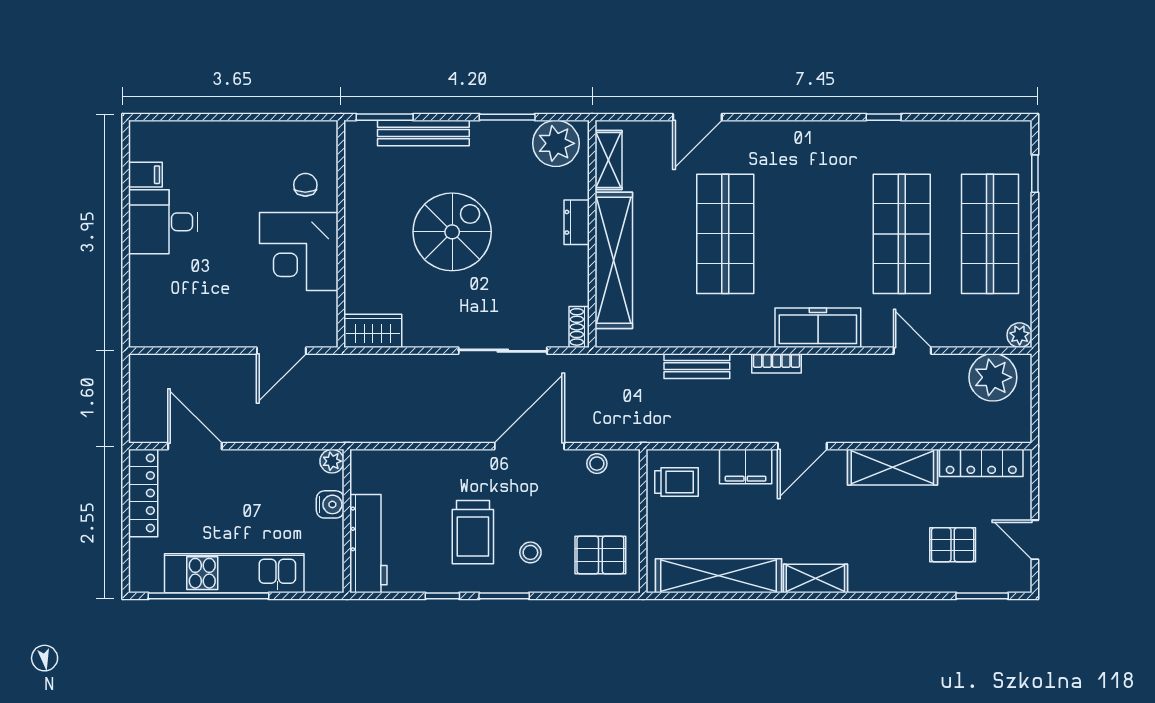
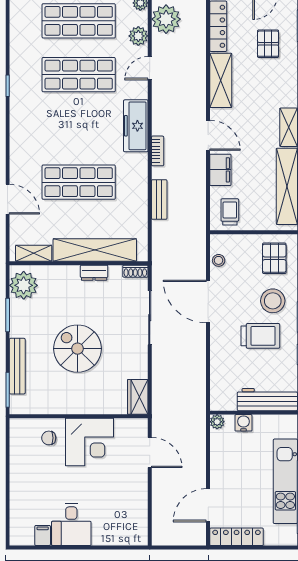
dresser: (577, 222) -> (94, 273), moved
plant: (965, 332) -> (138, 36), added
stool: (530, 552) -> (273, 301), width x1.89, depth x1.89

